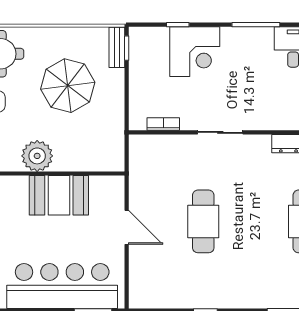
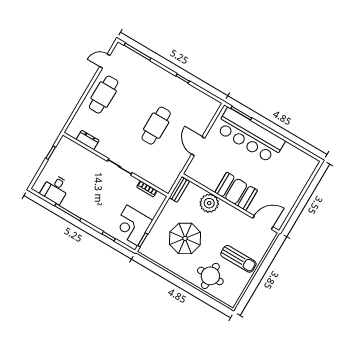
bench: (117, 47) -> (179, 190), moved
corner desk: (195, 52) -> (132, 225), moved, turned -90
plant: (37, 156) -> (209, 203), moved
booth: (59, 195) -> (236, 191), moved

